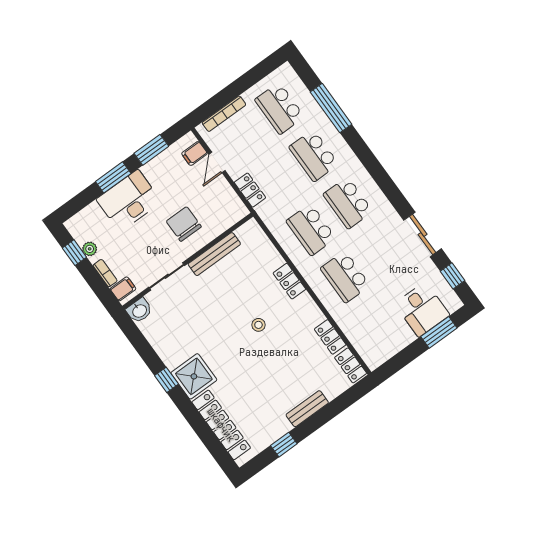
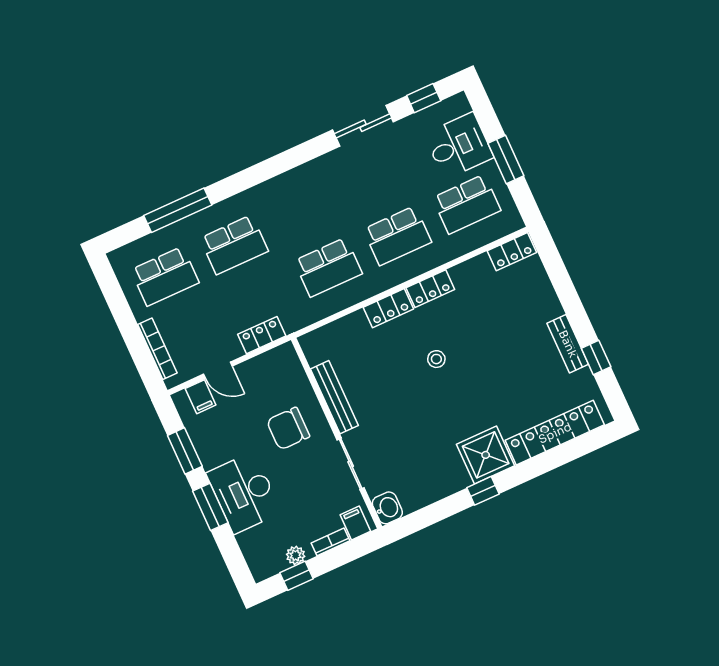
school desk: (348, 203) -> (467, 204), moved
window: (439, 332) -> (506, 160), moved
locker: (330, 337) -> (430, 289), moved
bench: (307, 409) -> (568, 344), moved

